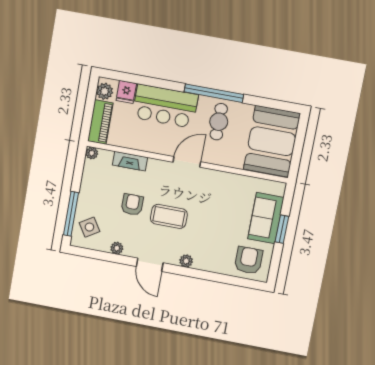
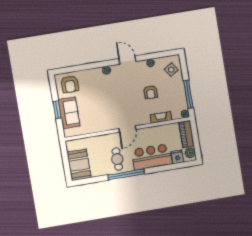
booth: (272, 141) -> (79, 165), width x0.73, depth x0.70
window: (71, 214) -> (188, 94), moved
coffee table: (169, 216) -> (126, 93), removed

